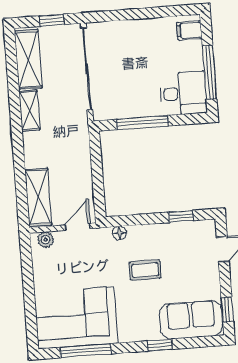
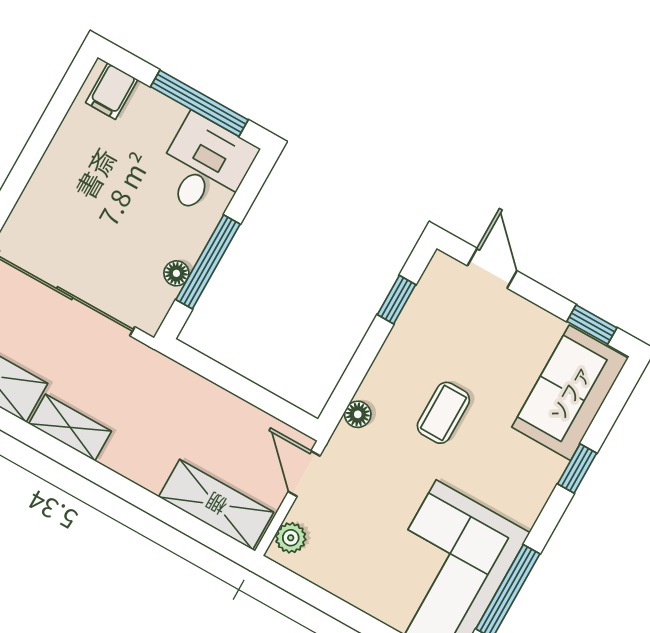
floor lamp: (128, 112) -> (176, 273), added

